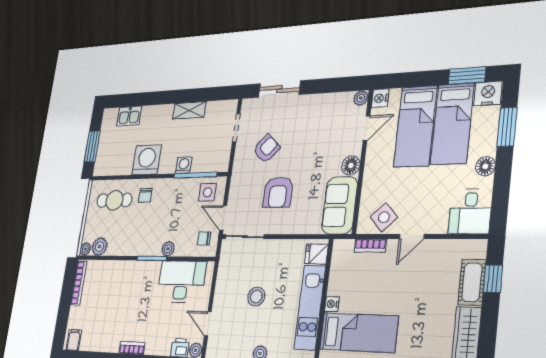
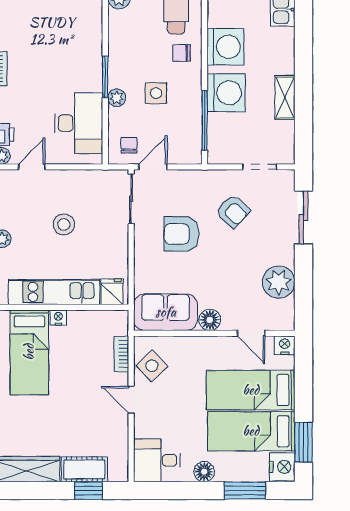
plant: (361, 98) -> (279, 282), moved, width x1.87, depth x1.87
washing machine: (184, 165) -> (226, 93), width x1.89, depth x1.89
side table: (207, 192) -> (156, 93), moved

